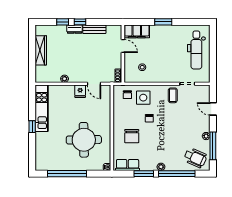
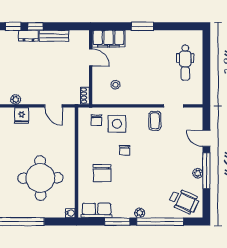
dental chair: (196, 50) -> (185, 63), width x0.73, depth x0.72
fridge: (80, 91) -> (22, 116), moved
window: (213, 146) -> (206, 171), moved

